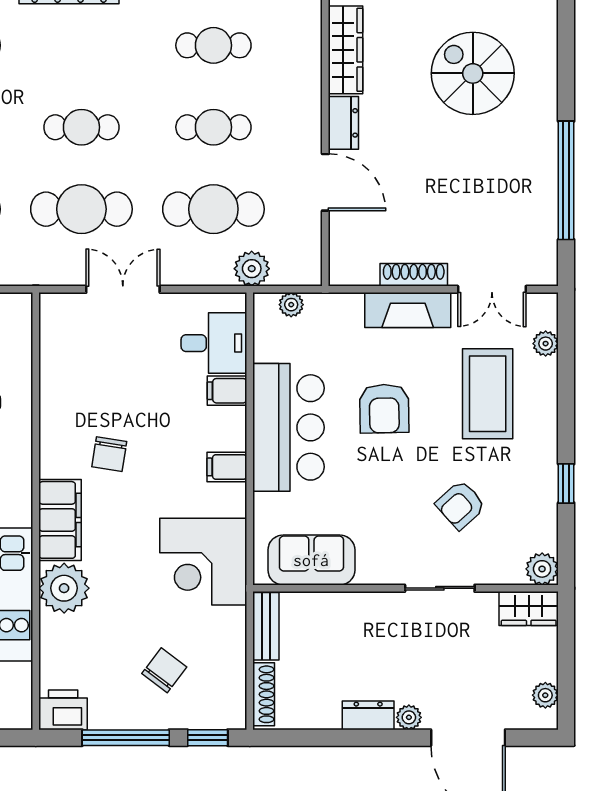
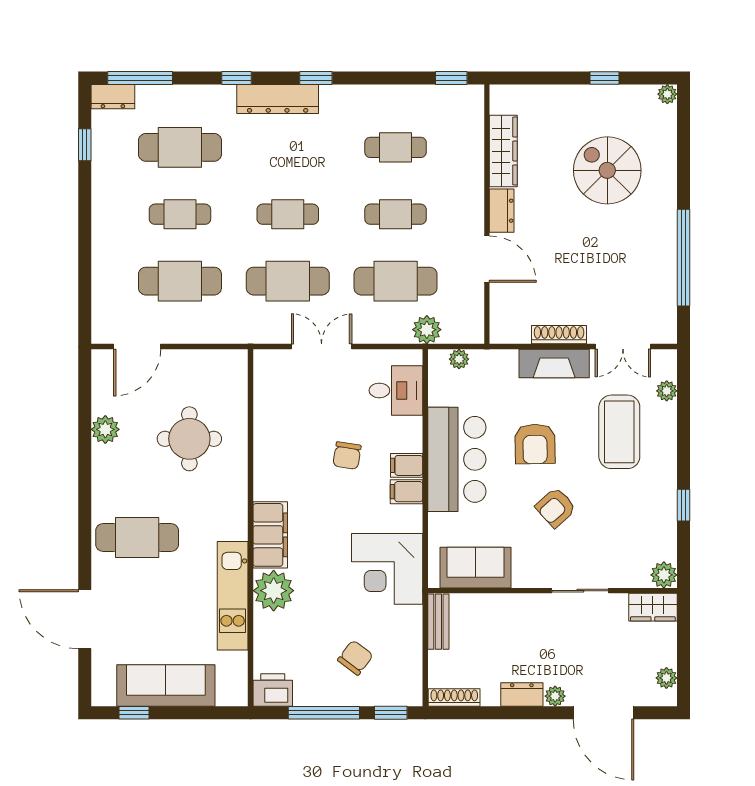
filing cabinet: (227, 391) -> (407, 465), moved
chair: (109, 454) -> (347, 456), moved
armchair: (460, 505) -> (556, 507), moved
shoe rack: (264, 694) -> (454, 698), moved, turned -90

